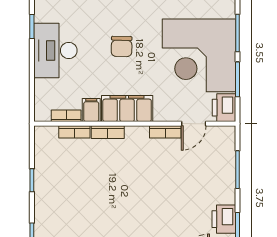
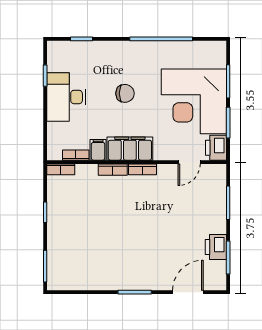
chair: (122, 46) -> (125, 93), turned -91
bookcase: (74, 132) -> (61, 169), moved
bookcase: (165, 132) -> (142, 169), moved

